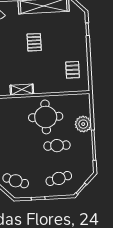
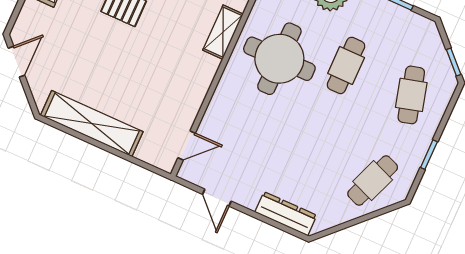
shelving: (22, 90) -> (223, 32), moved

